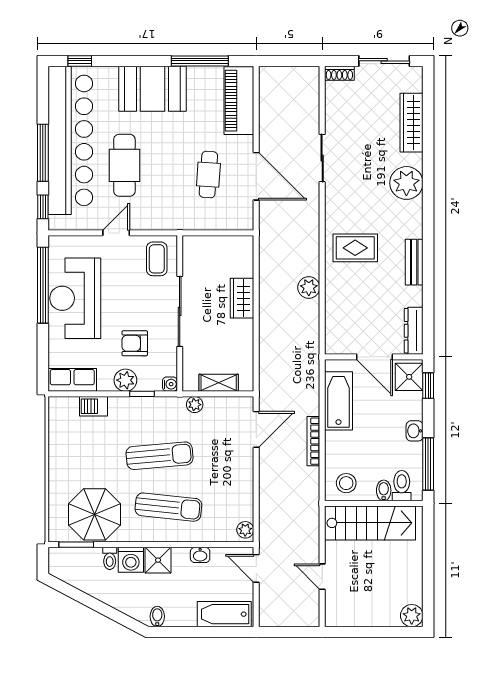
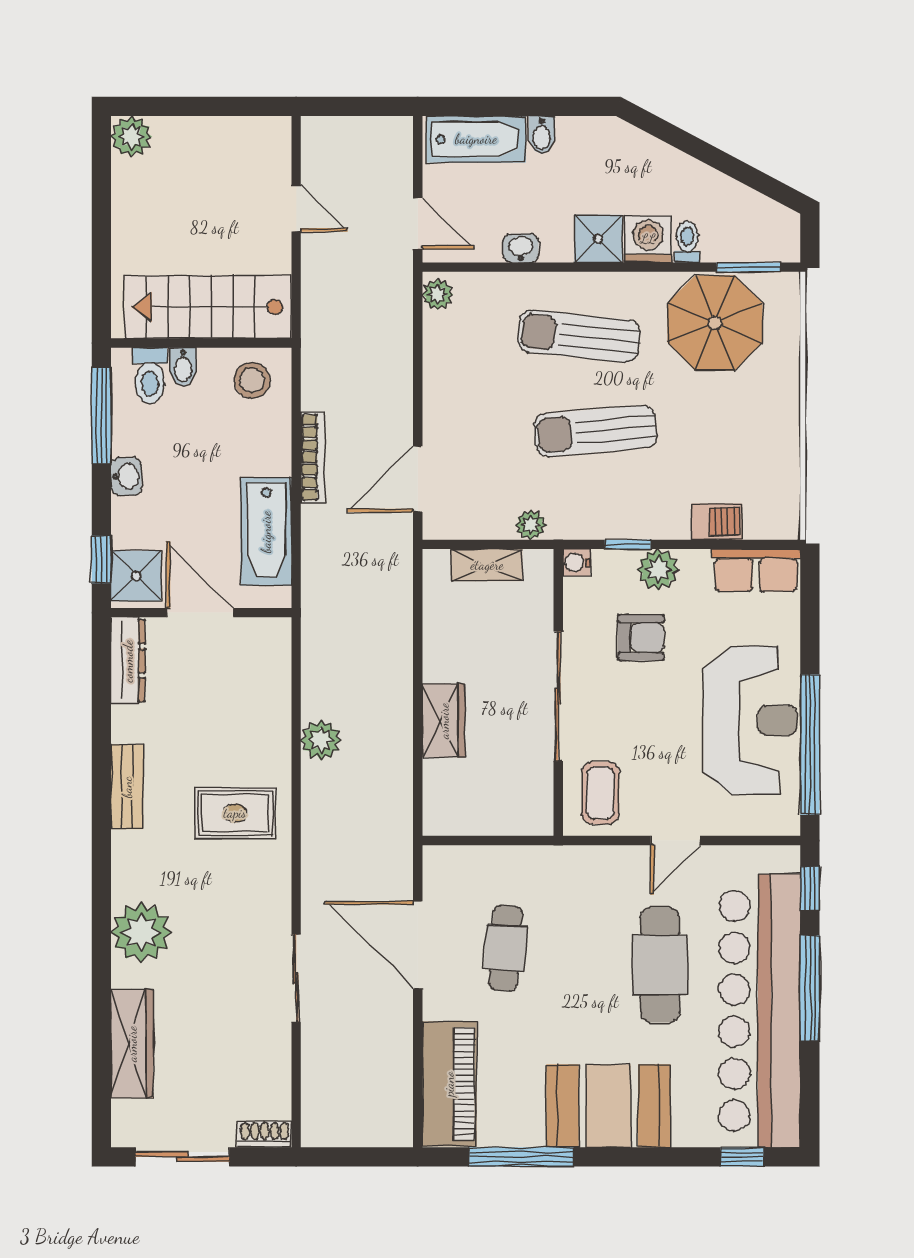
bidet: (157, 617) -> (542, 135), moved

